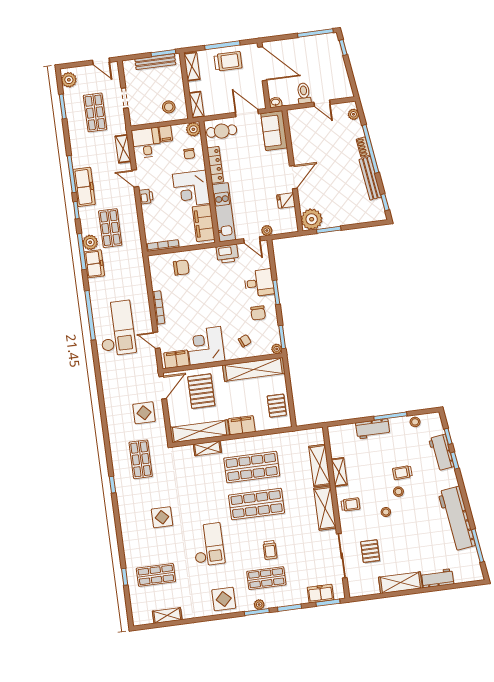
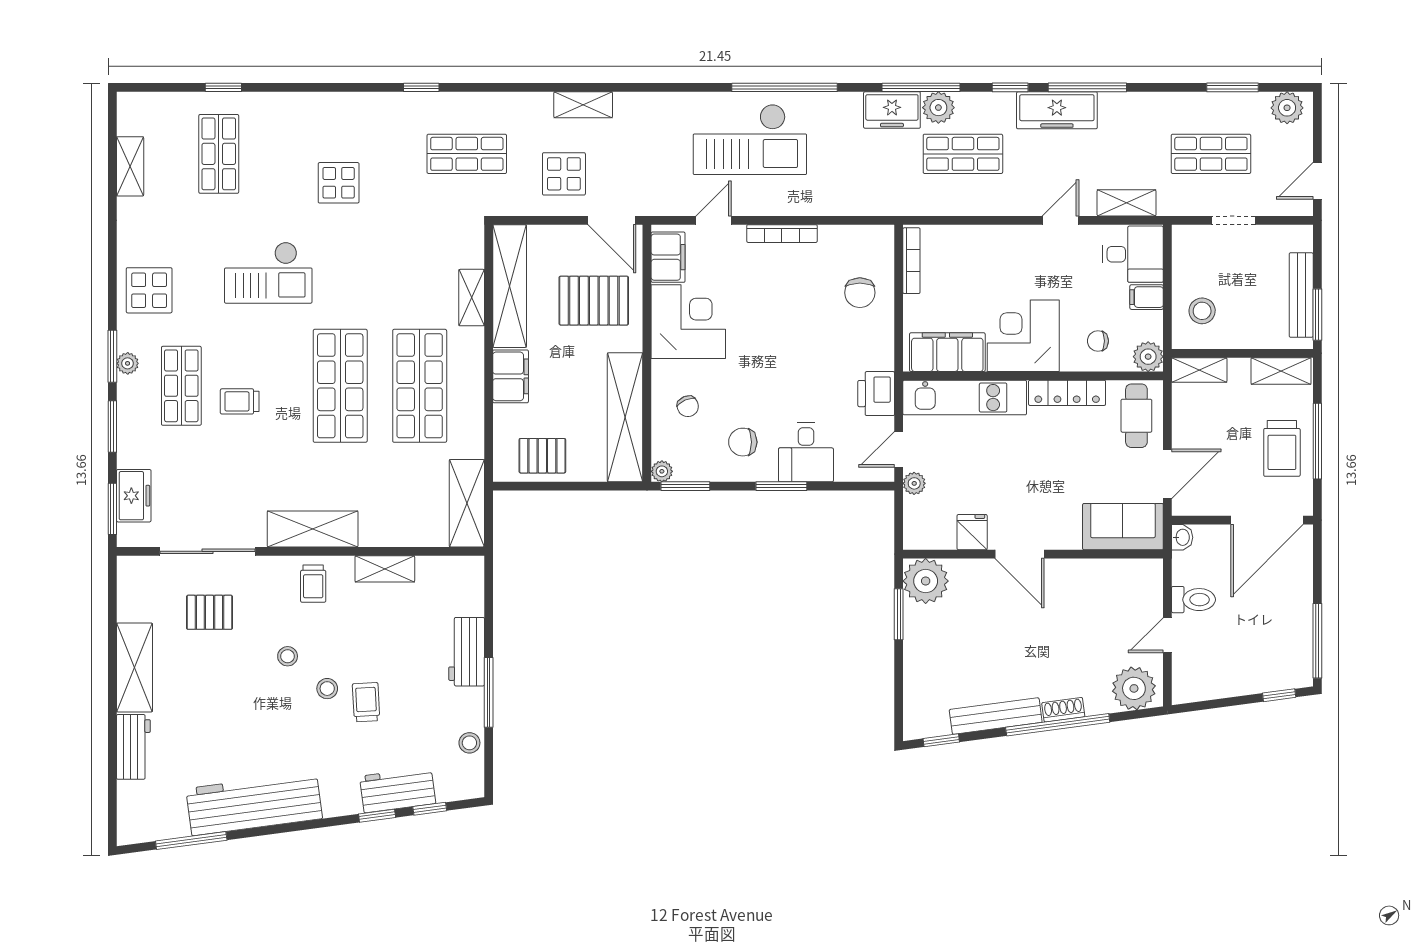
plant: (353, 114) -> (1134, 688), width x1.88, depth x1.88
printer: (146, 196) -> (1020, 238), removed
shelving: (111, 408) -> (583, 105), added
shelving: (320, 466) -> (467, 503), moved, turned 90

